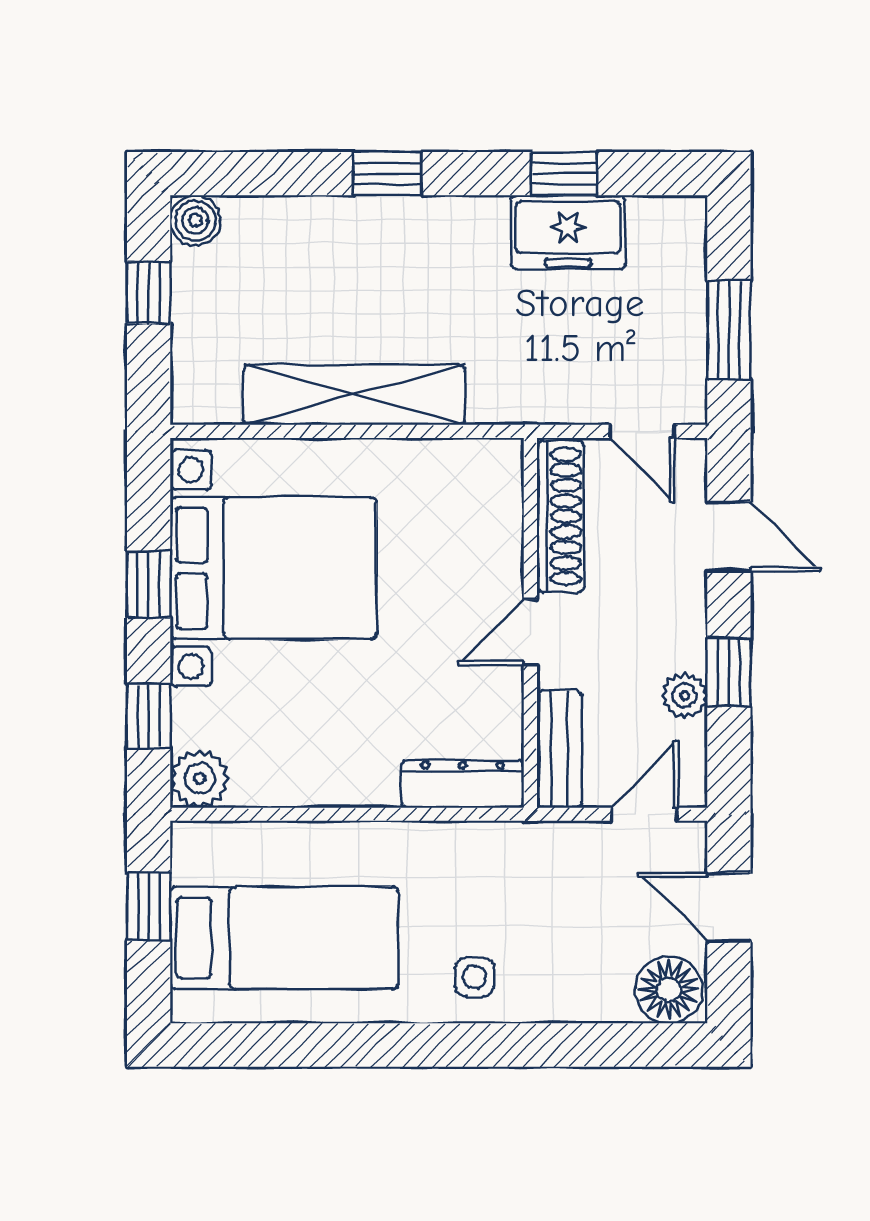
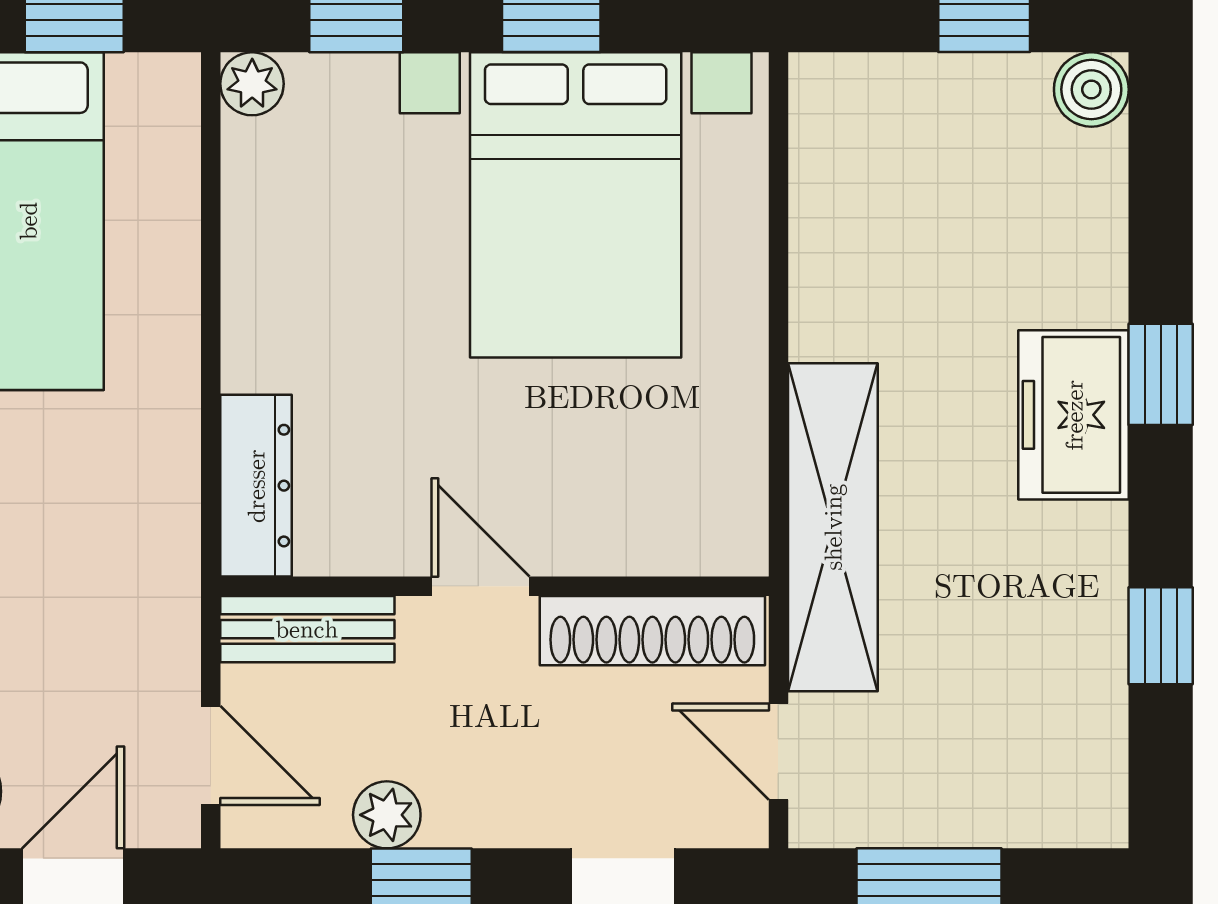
freezer: (568, 232) -> (1074, 415), moved
shelving: (354, 395) -> (833, 527), moved
door: (642, 431) -> (778, 752), hinge flipped
plant: (199, 778) -> (252, 84), width x0.73, depth x0.73

